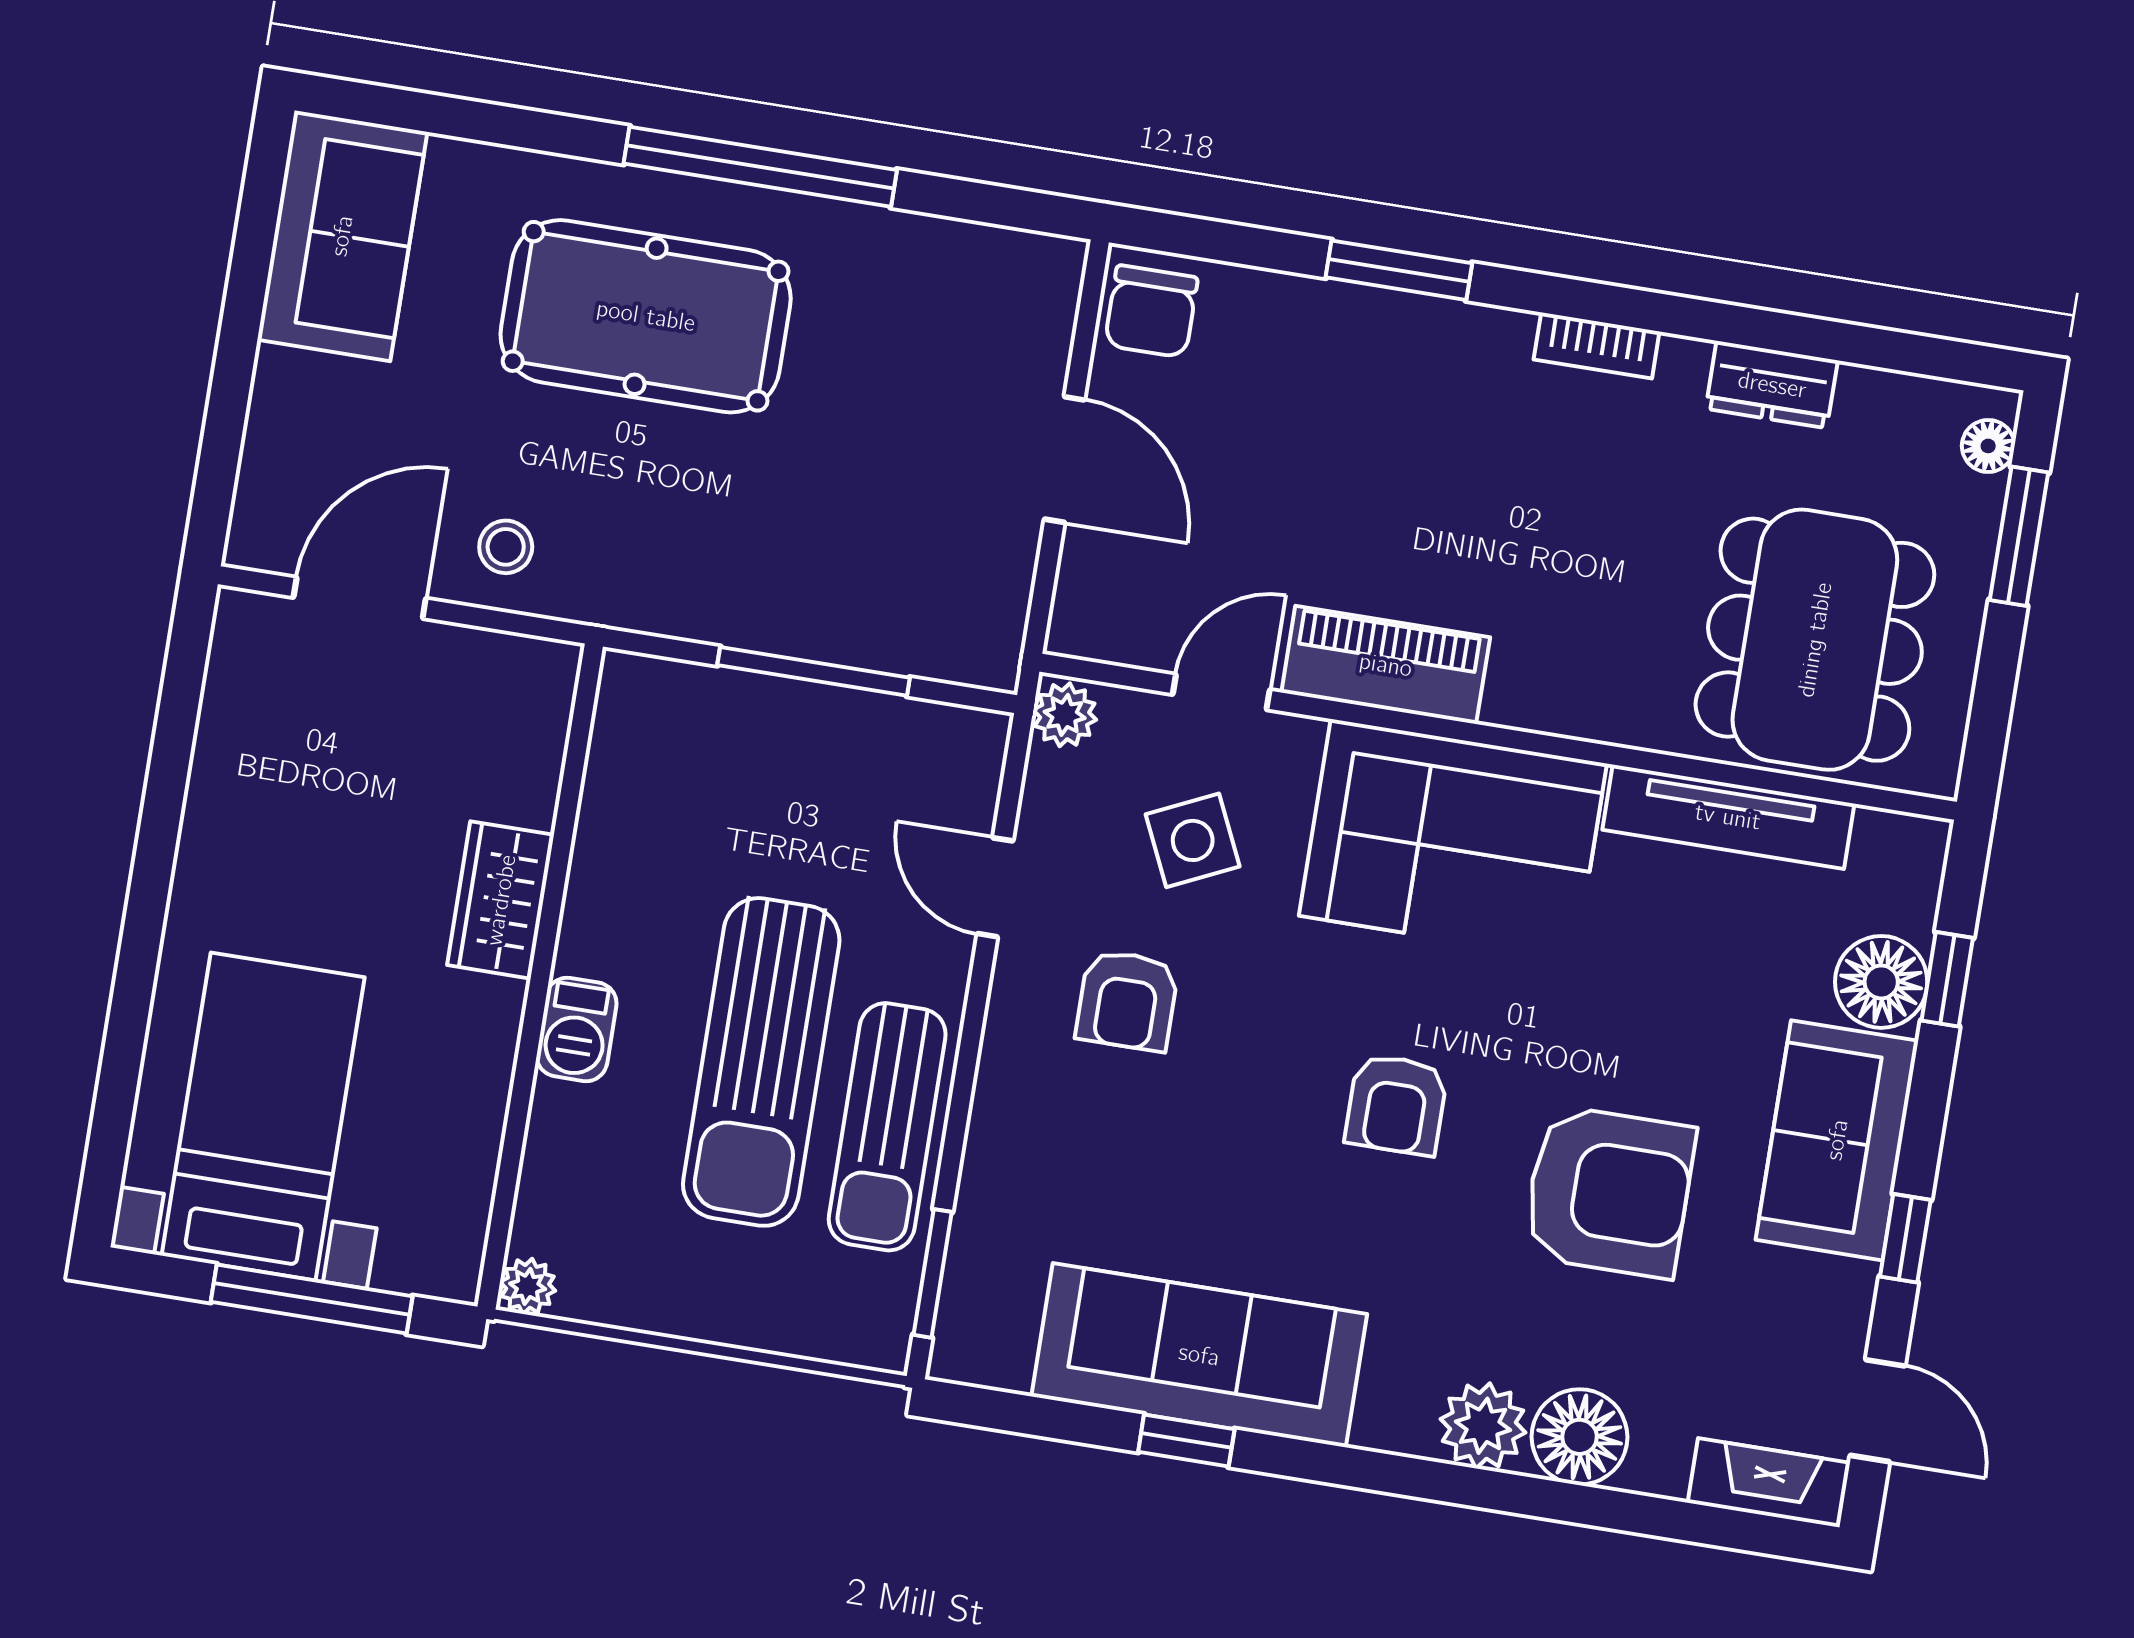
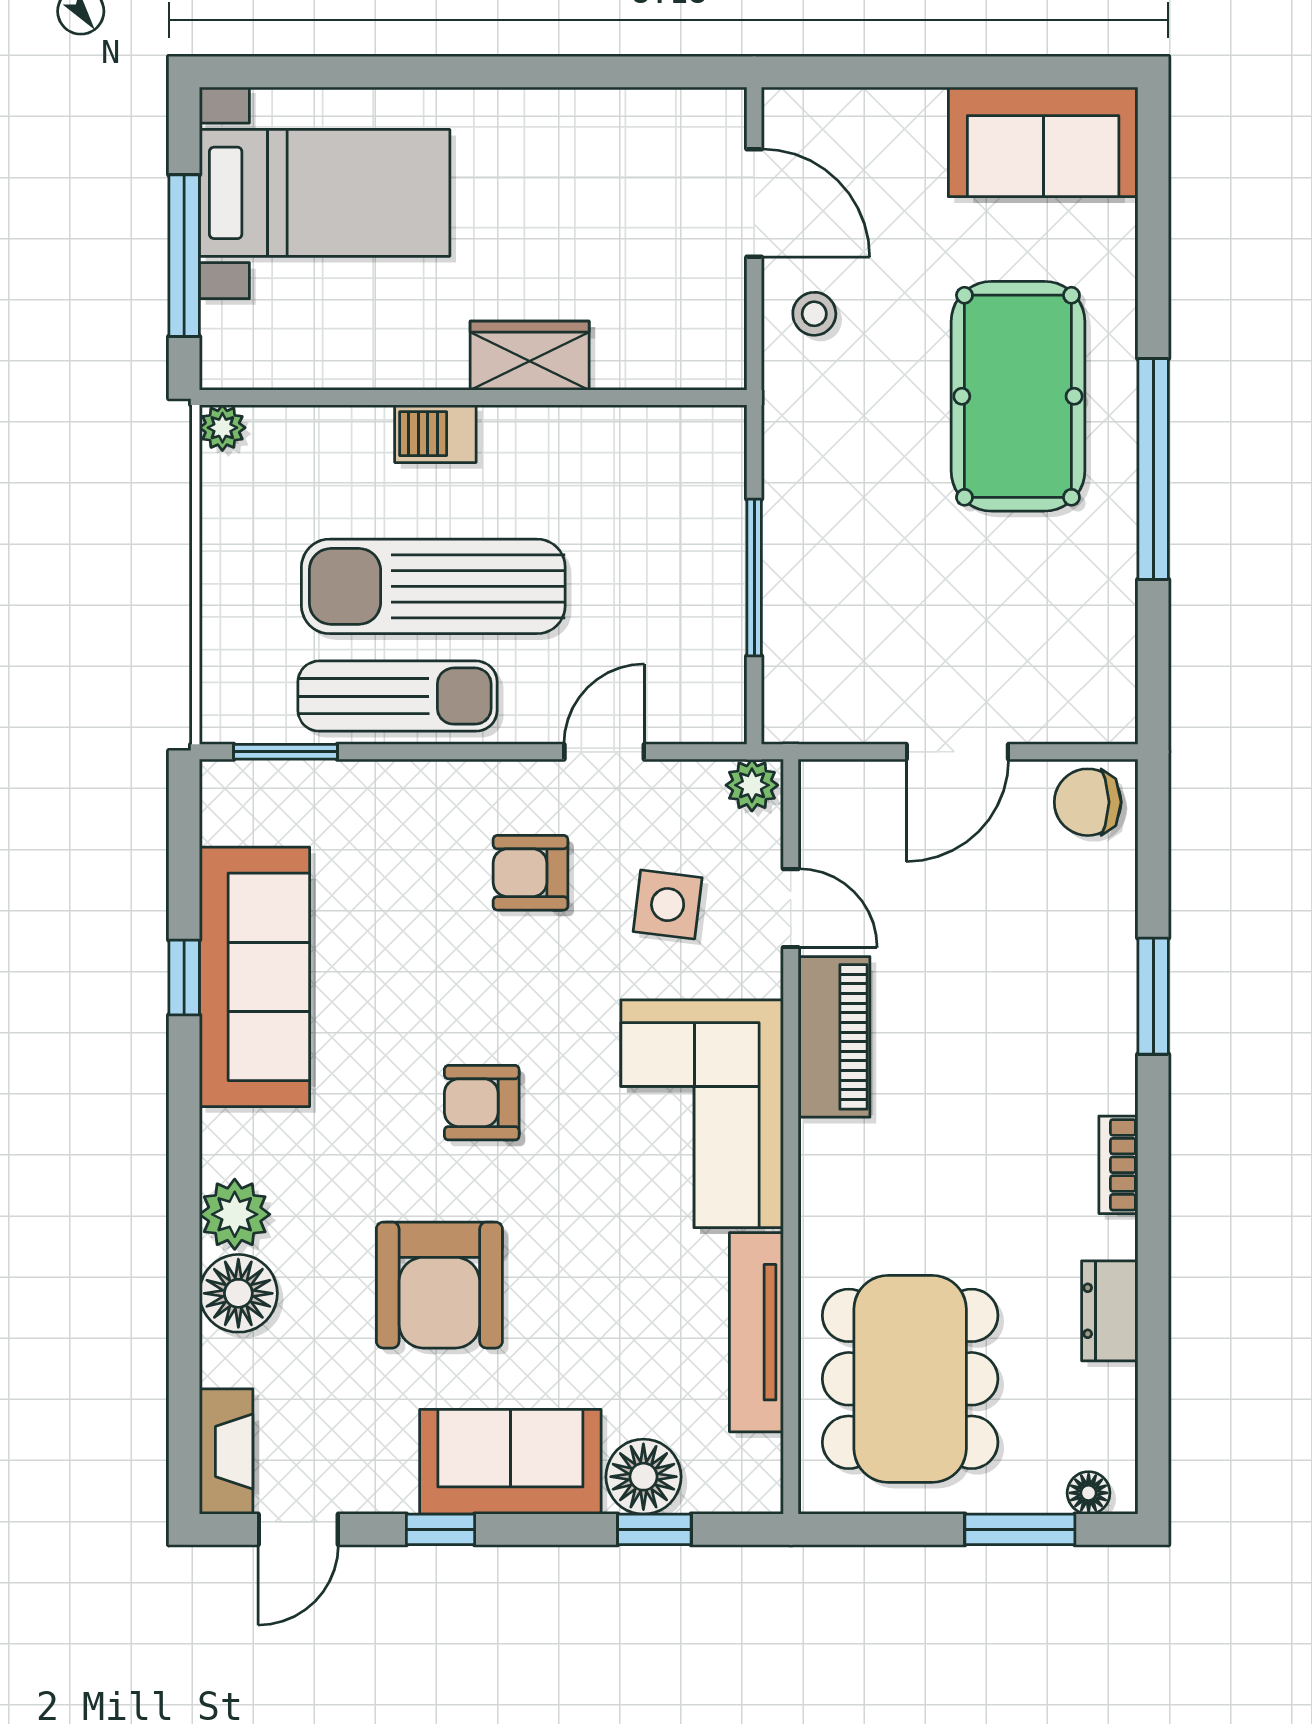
dining table: (1815, 640) -> (910, 1379), turned 90
side table: (1193, 840) -> (668, 905), turned 32
sun lounger: (887, 1127) -> (398, 696), turned 180

